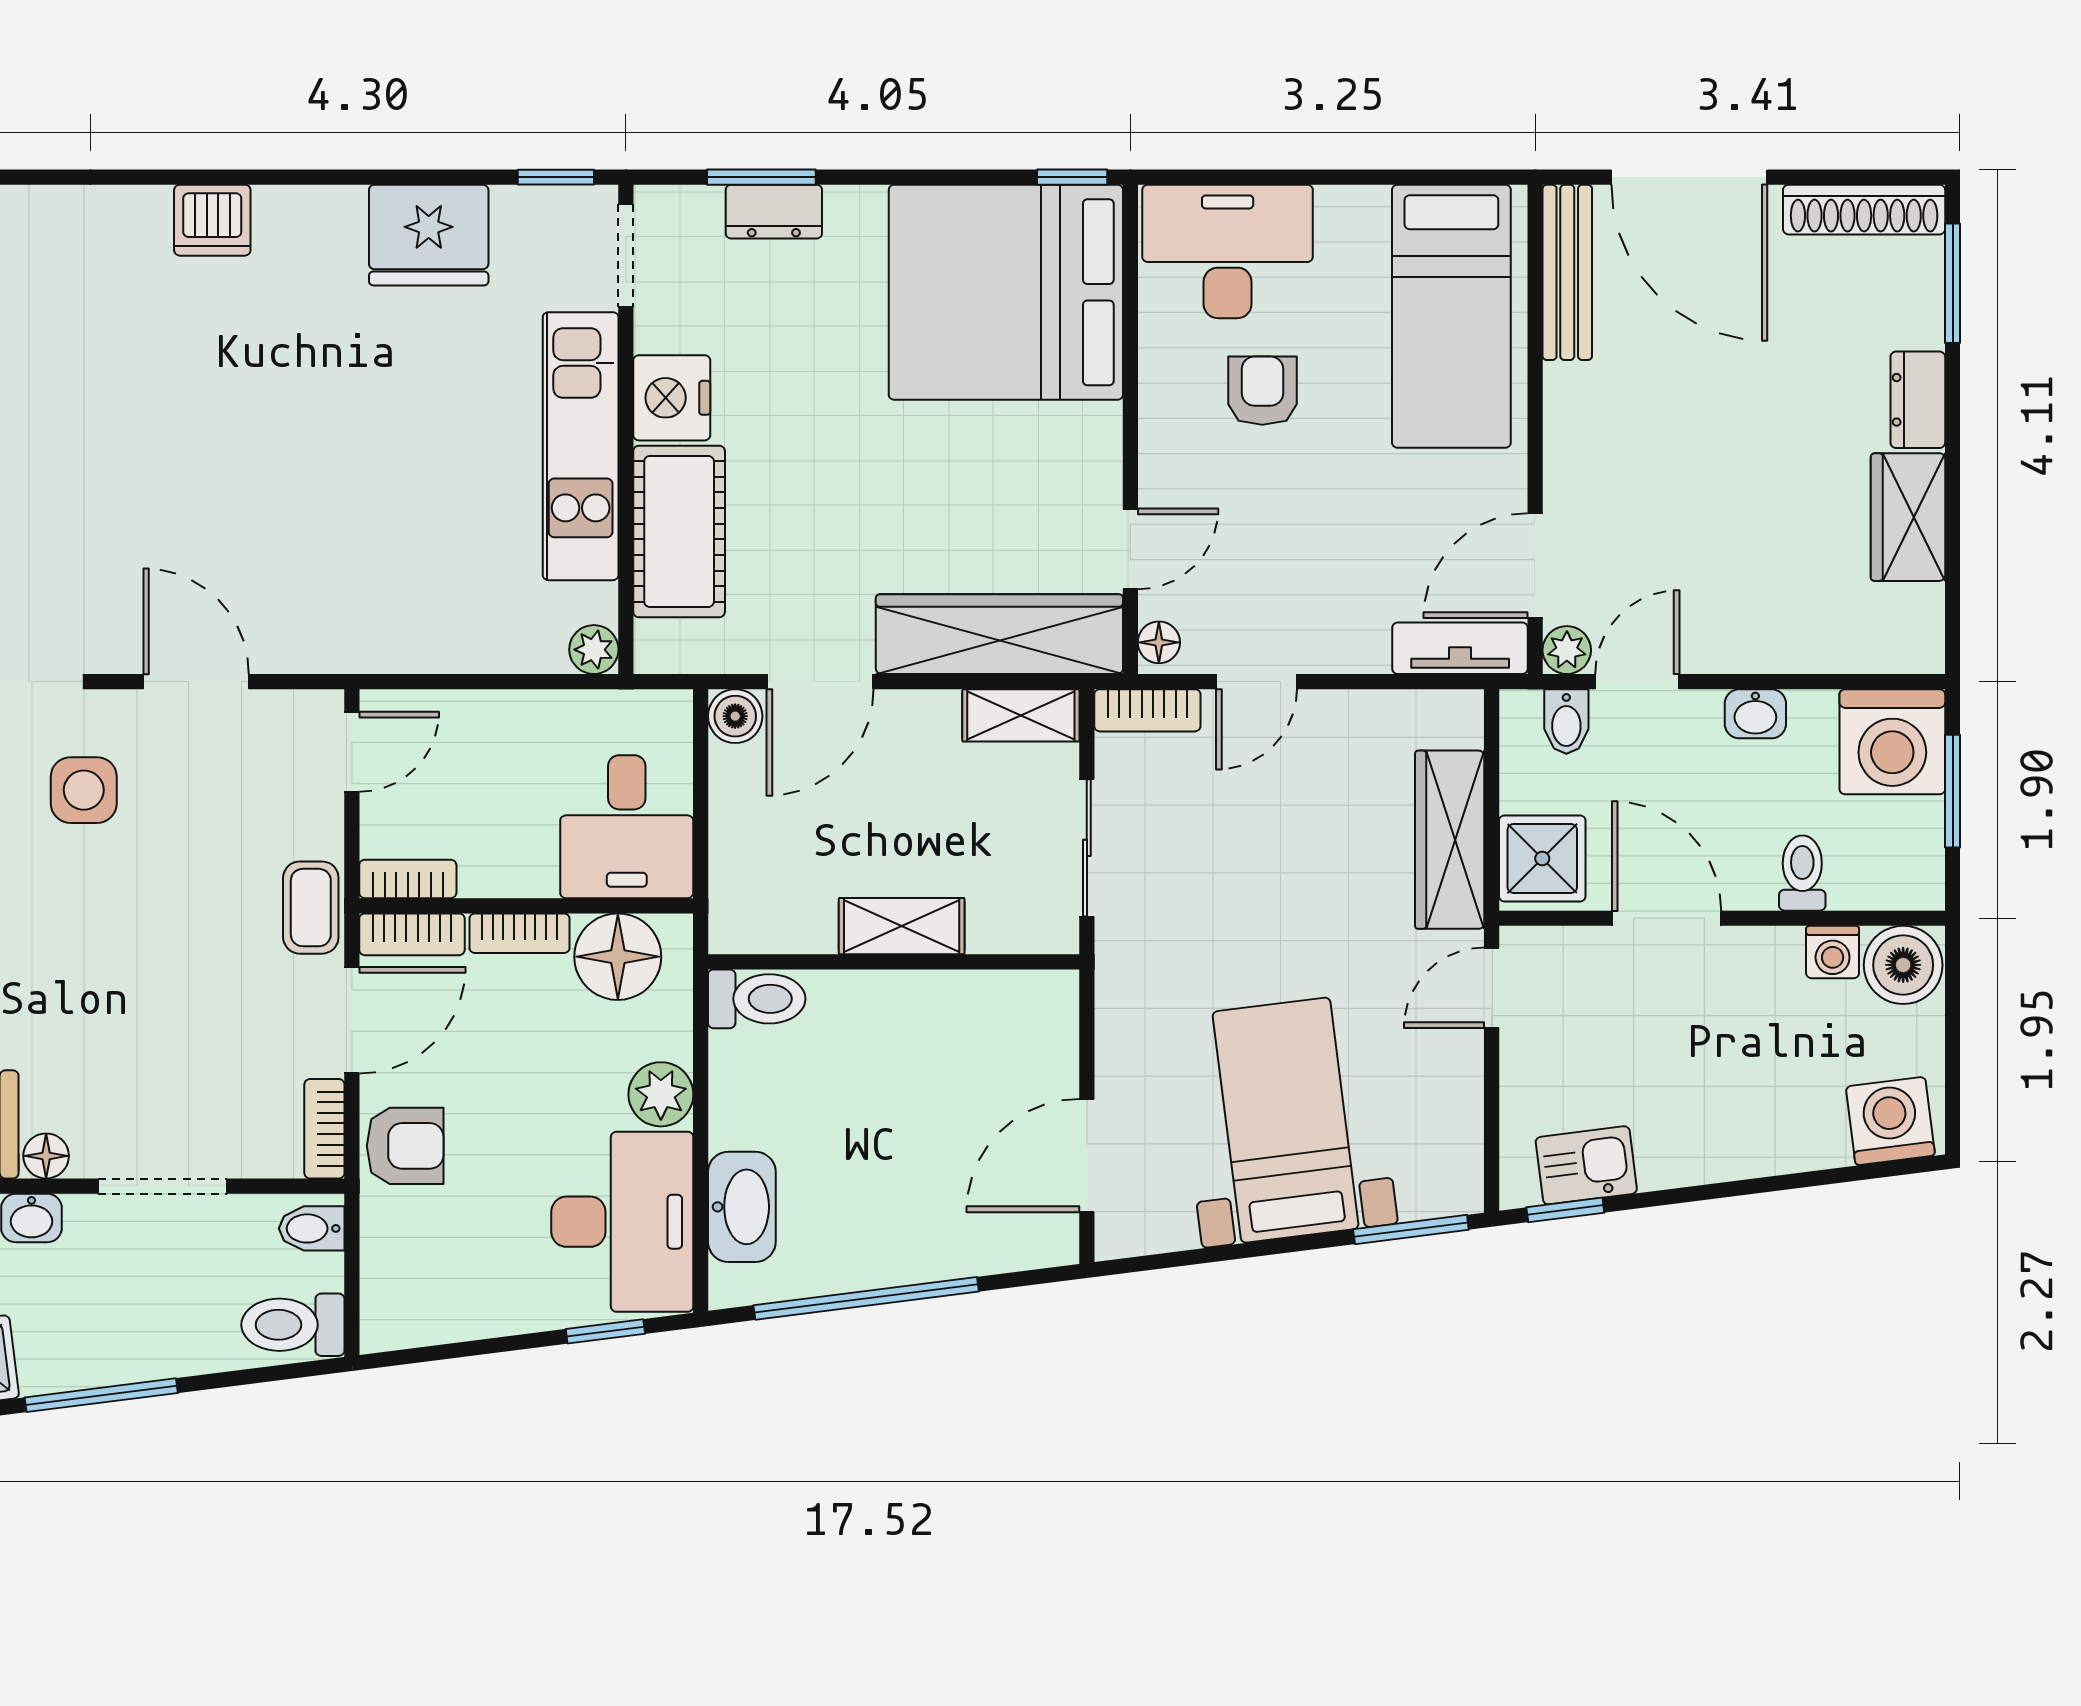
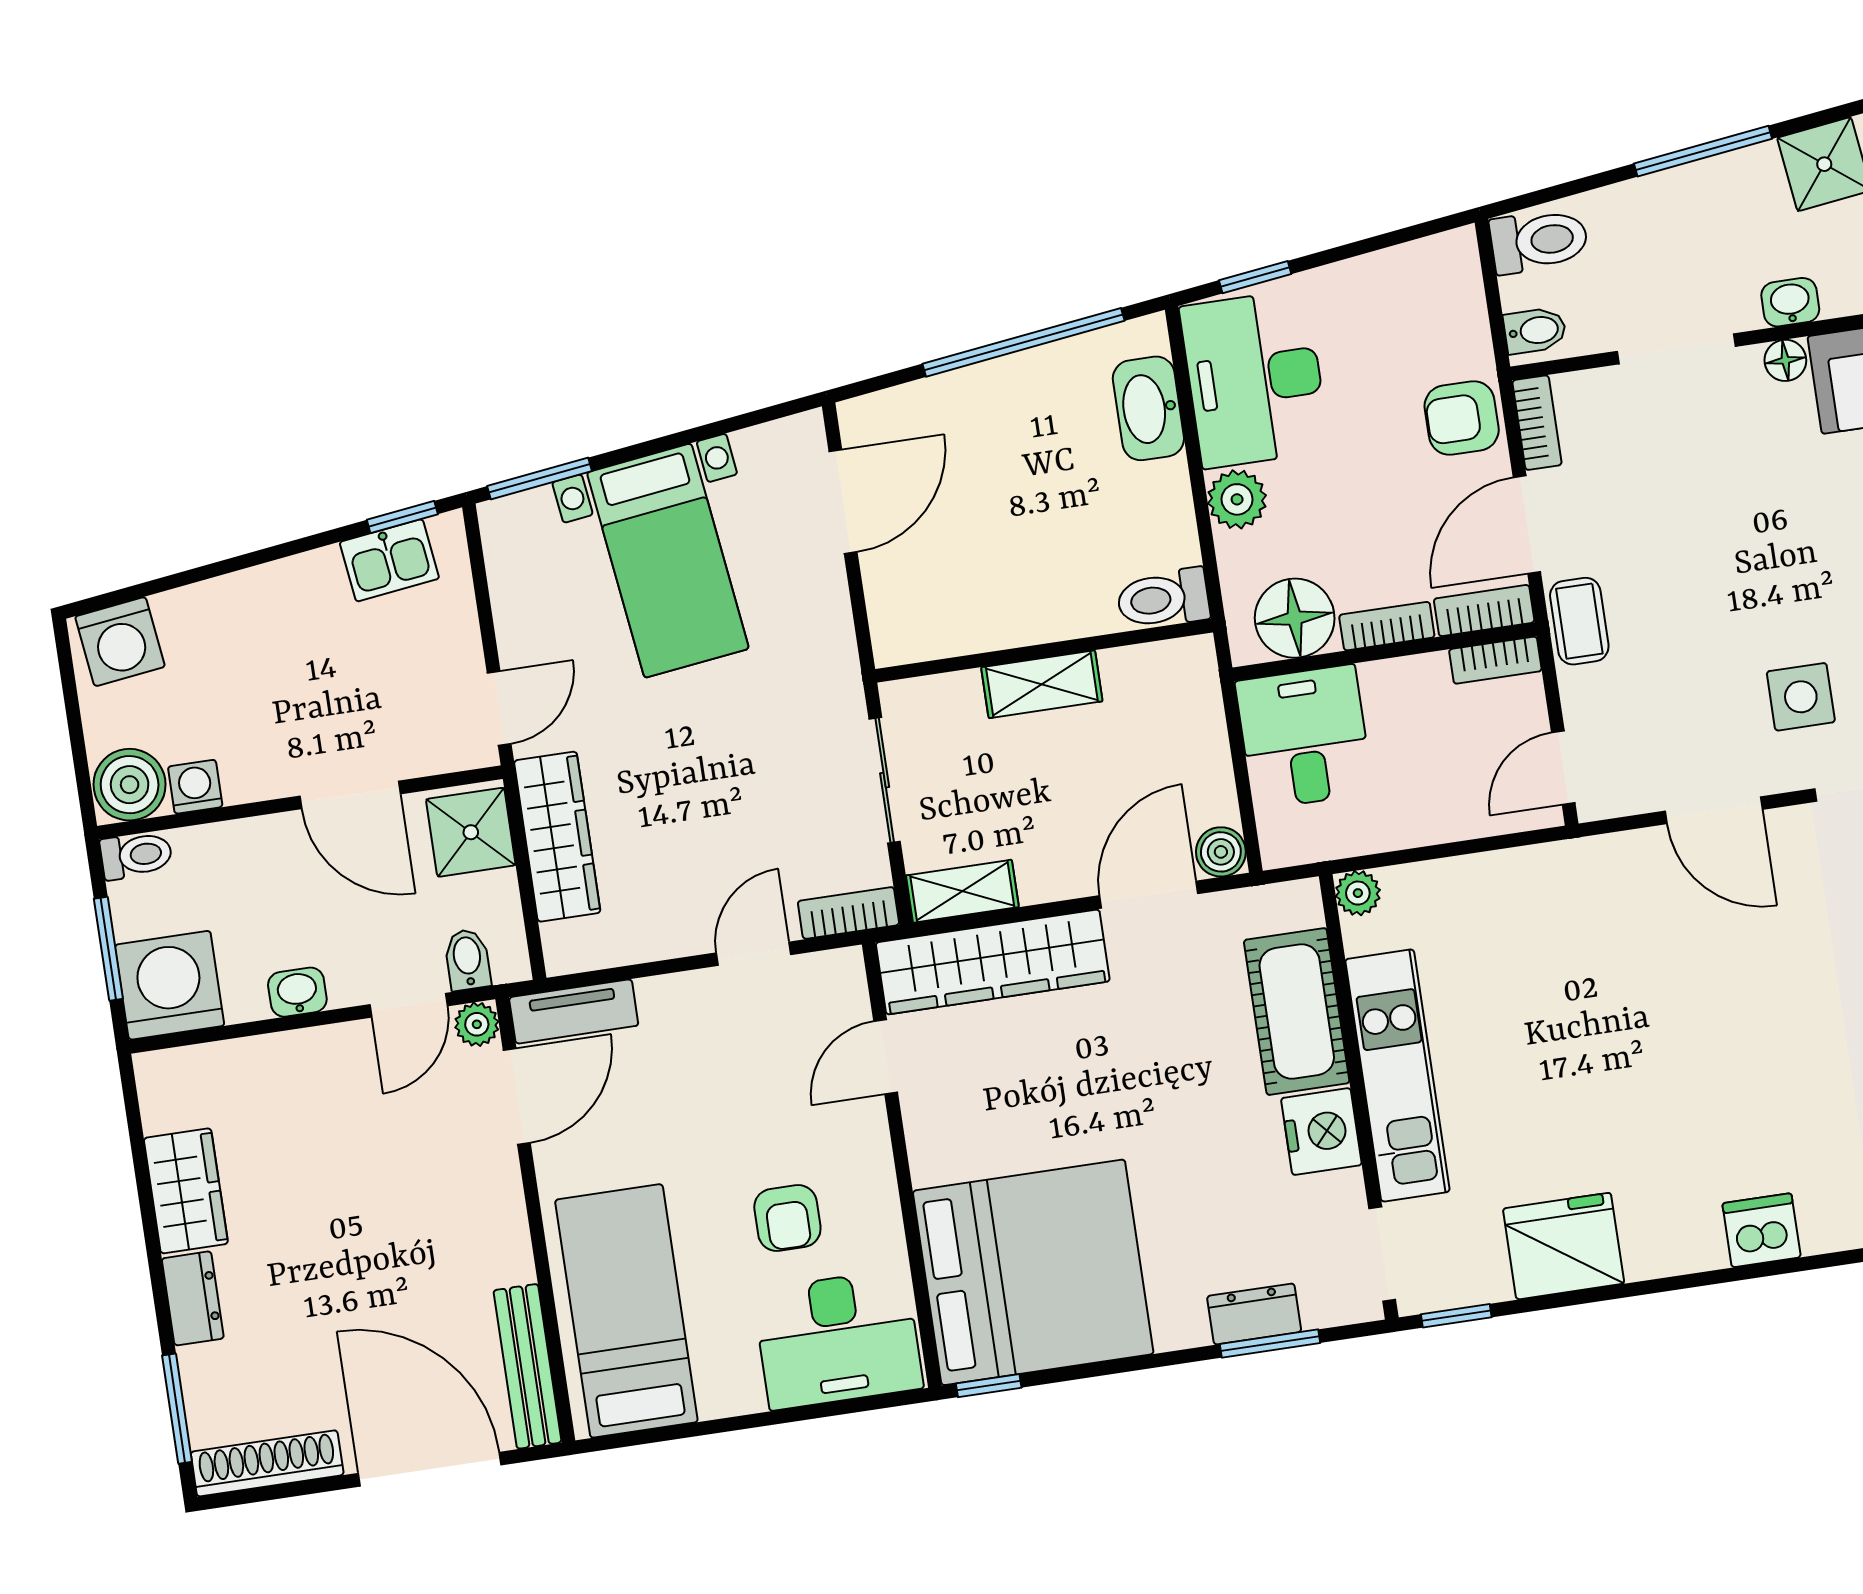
floor lamp: (1159, 642) -> (847, 976), removed
toilet: (1802, 873) -> (136, 855), moved, turned -90

